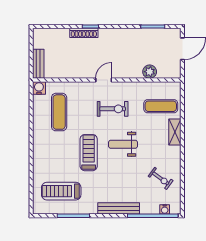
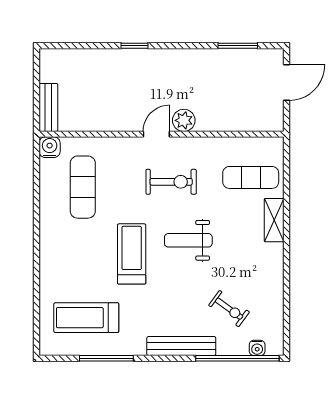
shoe rack: (84, 33) -> (124, 56), removed
plant: (150, 72) -> (184, 120), moved
exercise bike: (161, 178) -> (229, 309), moved

